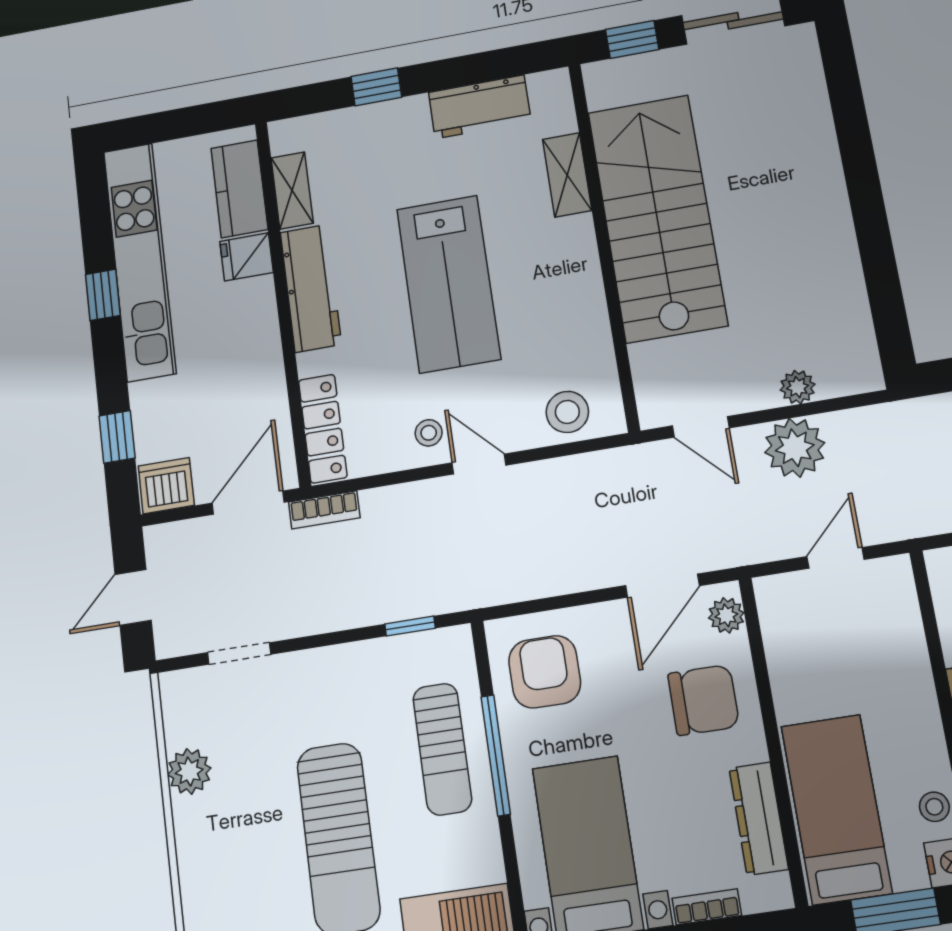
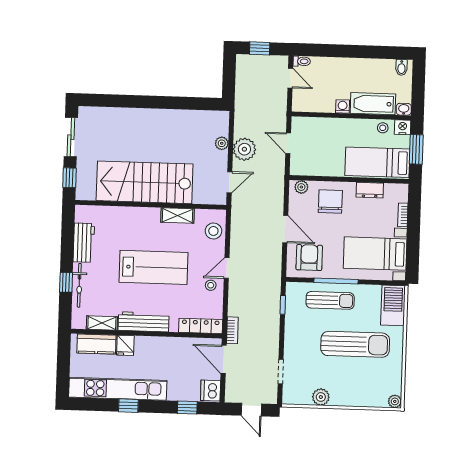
bicycle: (374, 119) -> (79, 285), added
shelving: (567, 175) -> (178, 215), moved
door: (662, 586) -> (285, 229), moved
armchair: (545, 672) -> (309, 258), turned 90
dresser: (759, 819) -> (370, 190), width x0.70

